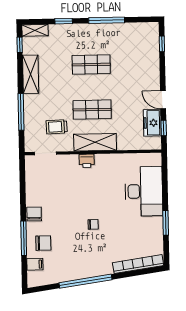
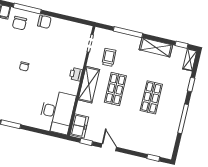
door: (163, 100) -> (109, 147), hinge flipped
freezer: (152, 123) -> (79, 126), moved, turned 90
desk: (144, 191) -> (57, 112), moved, turned -90

